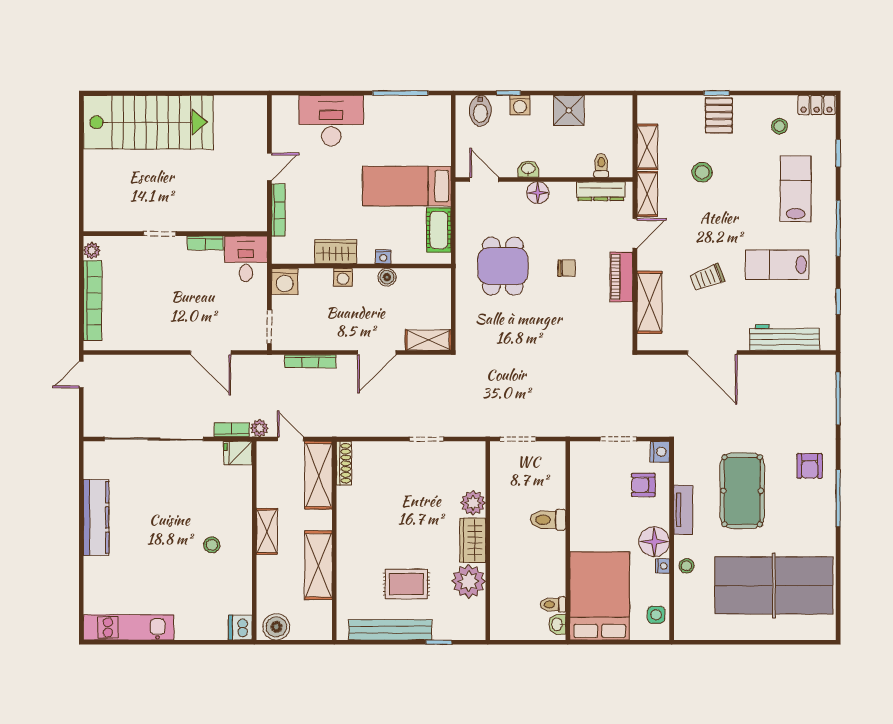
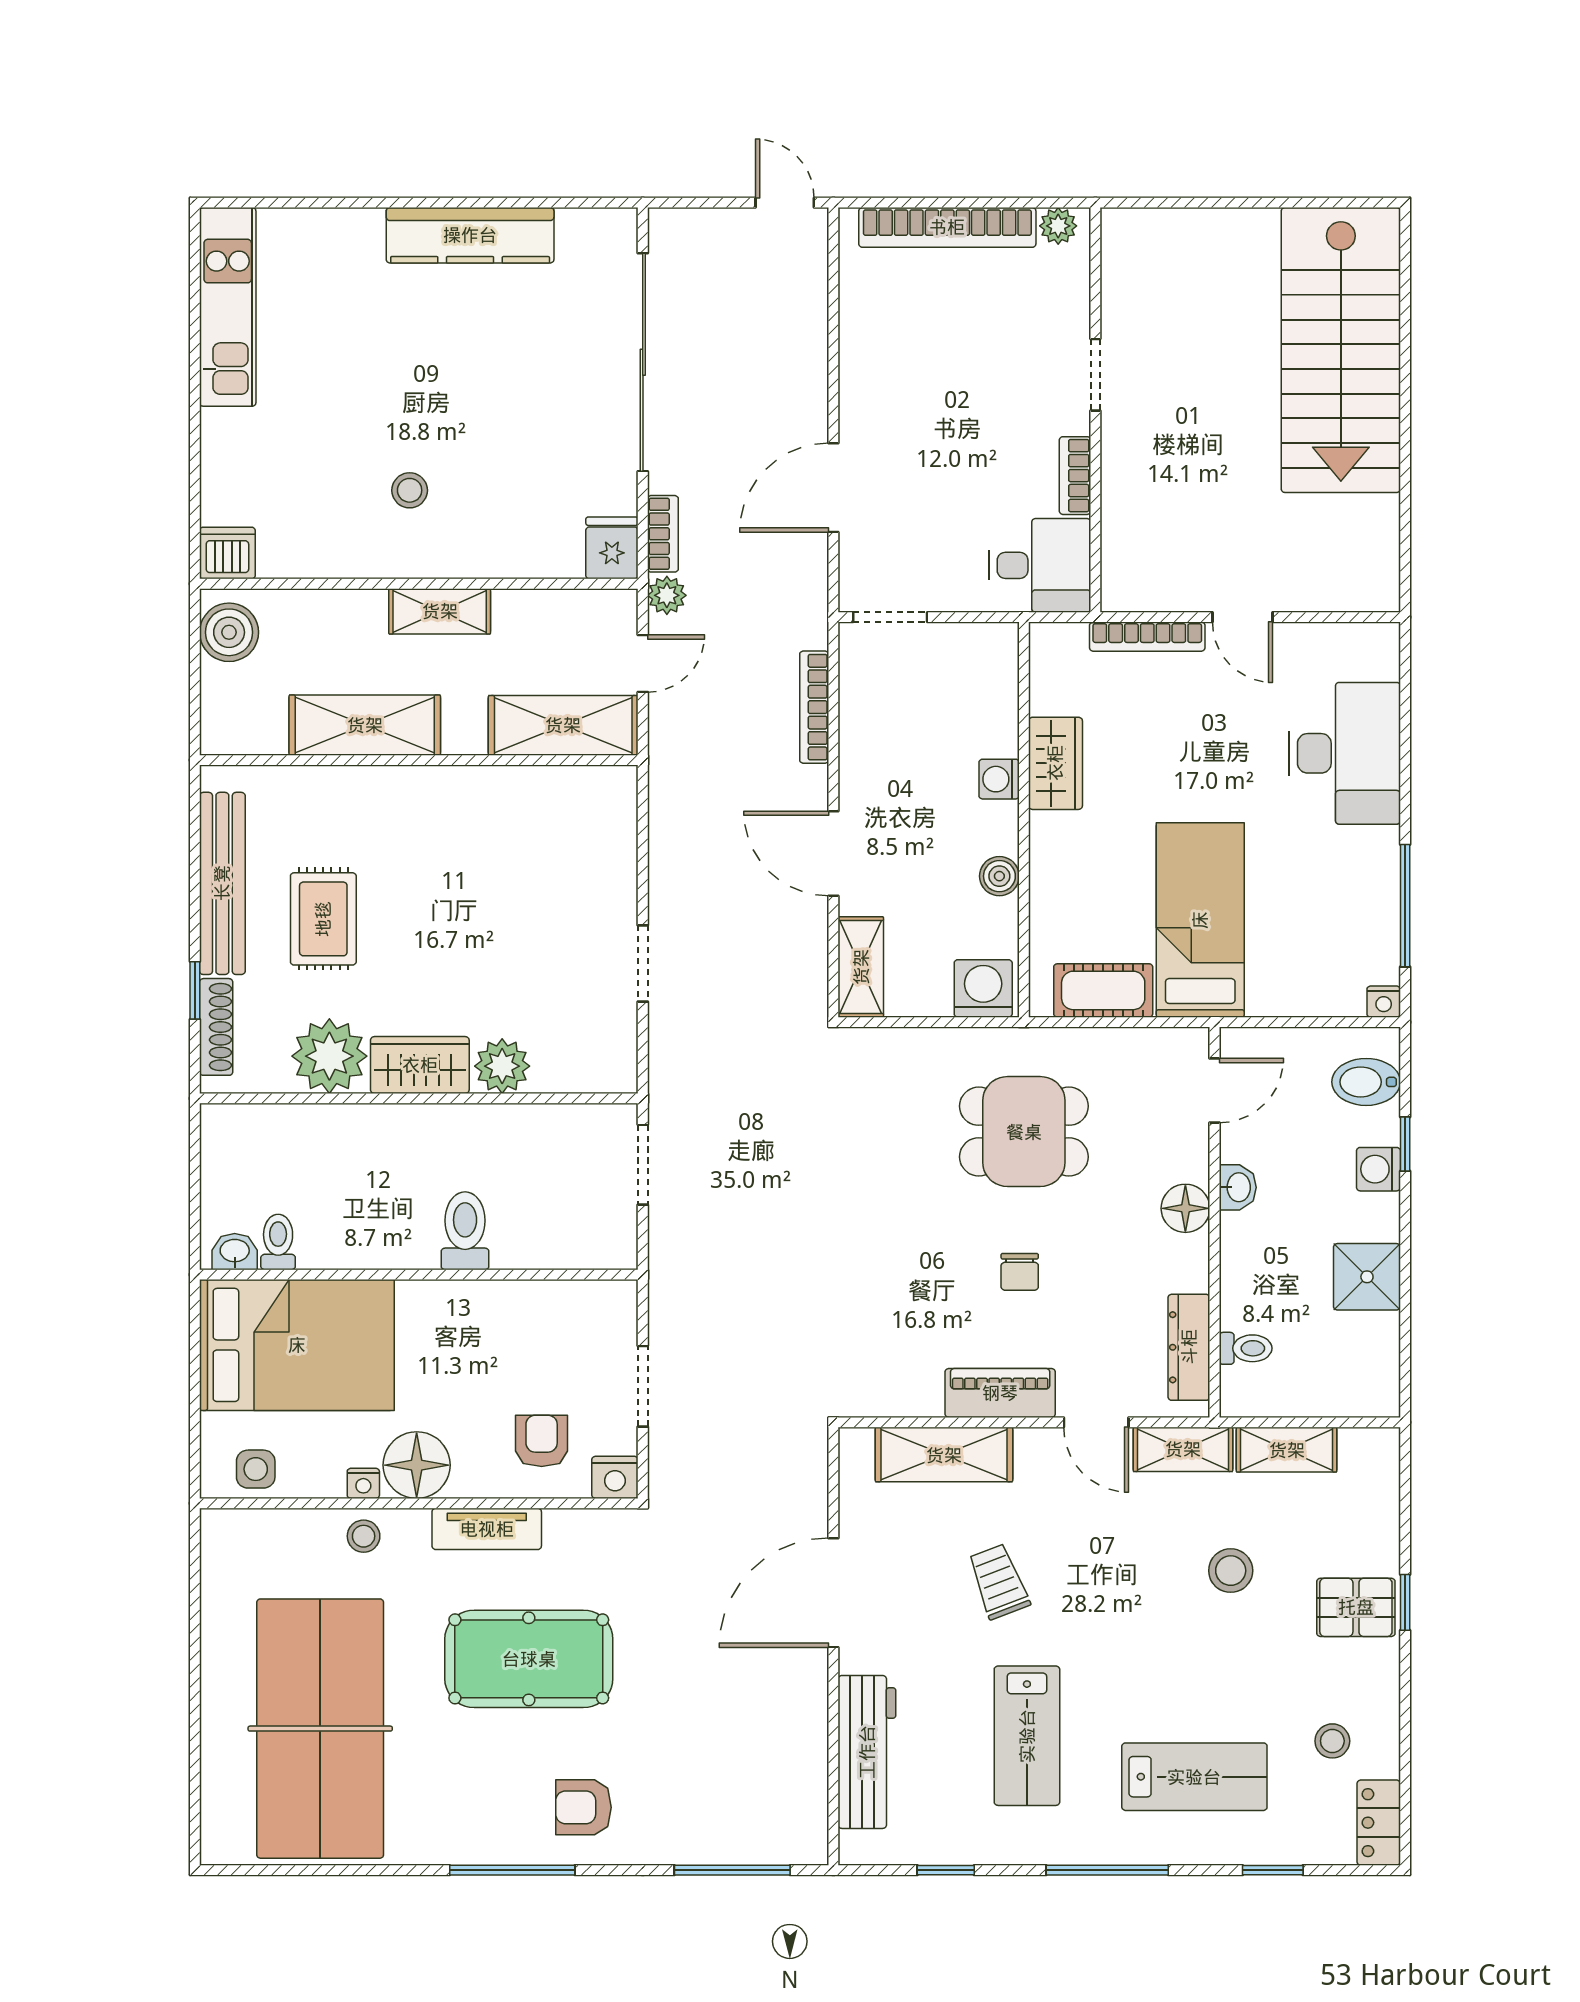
nightstand: (383, 257) -> (1384, 1002), moved, turned -90
lab bench: (777, 265) -> (1027, 1736), turned 180
washing machine: (285, 281) -> (983, 988), moved, turned 90
shoe rack: (344, 463) -> (216, 1027), moved, turned -90

